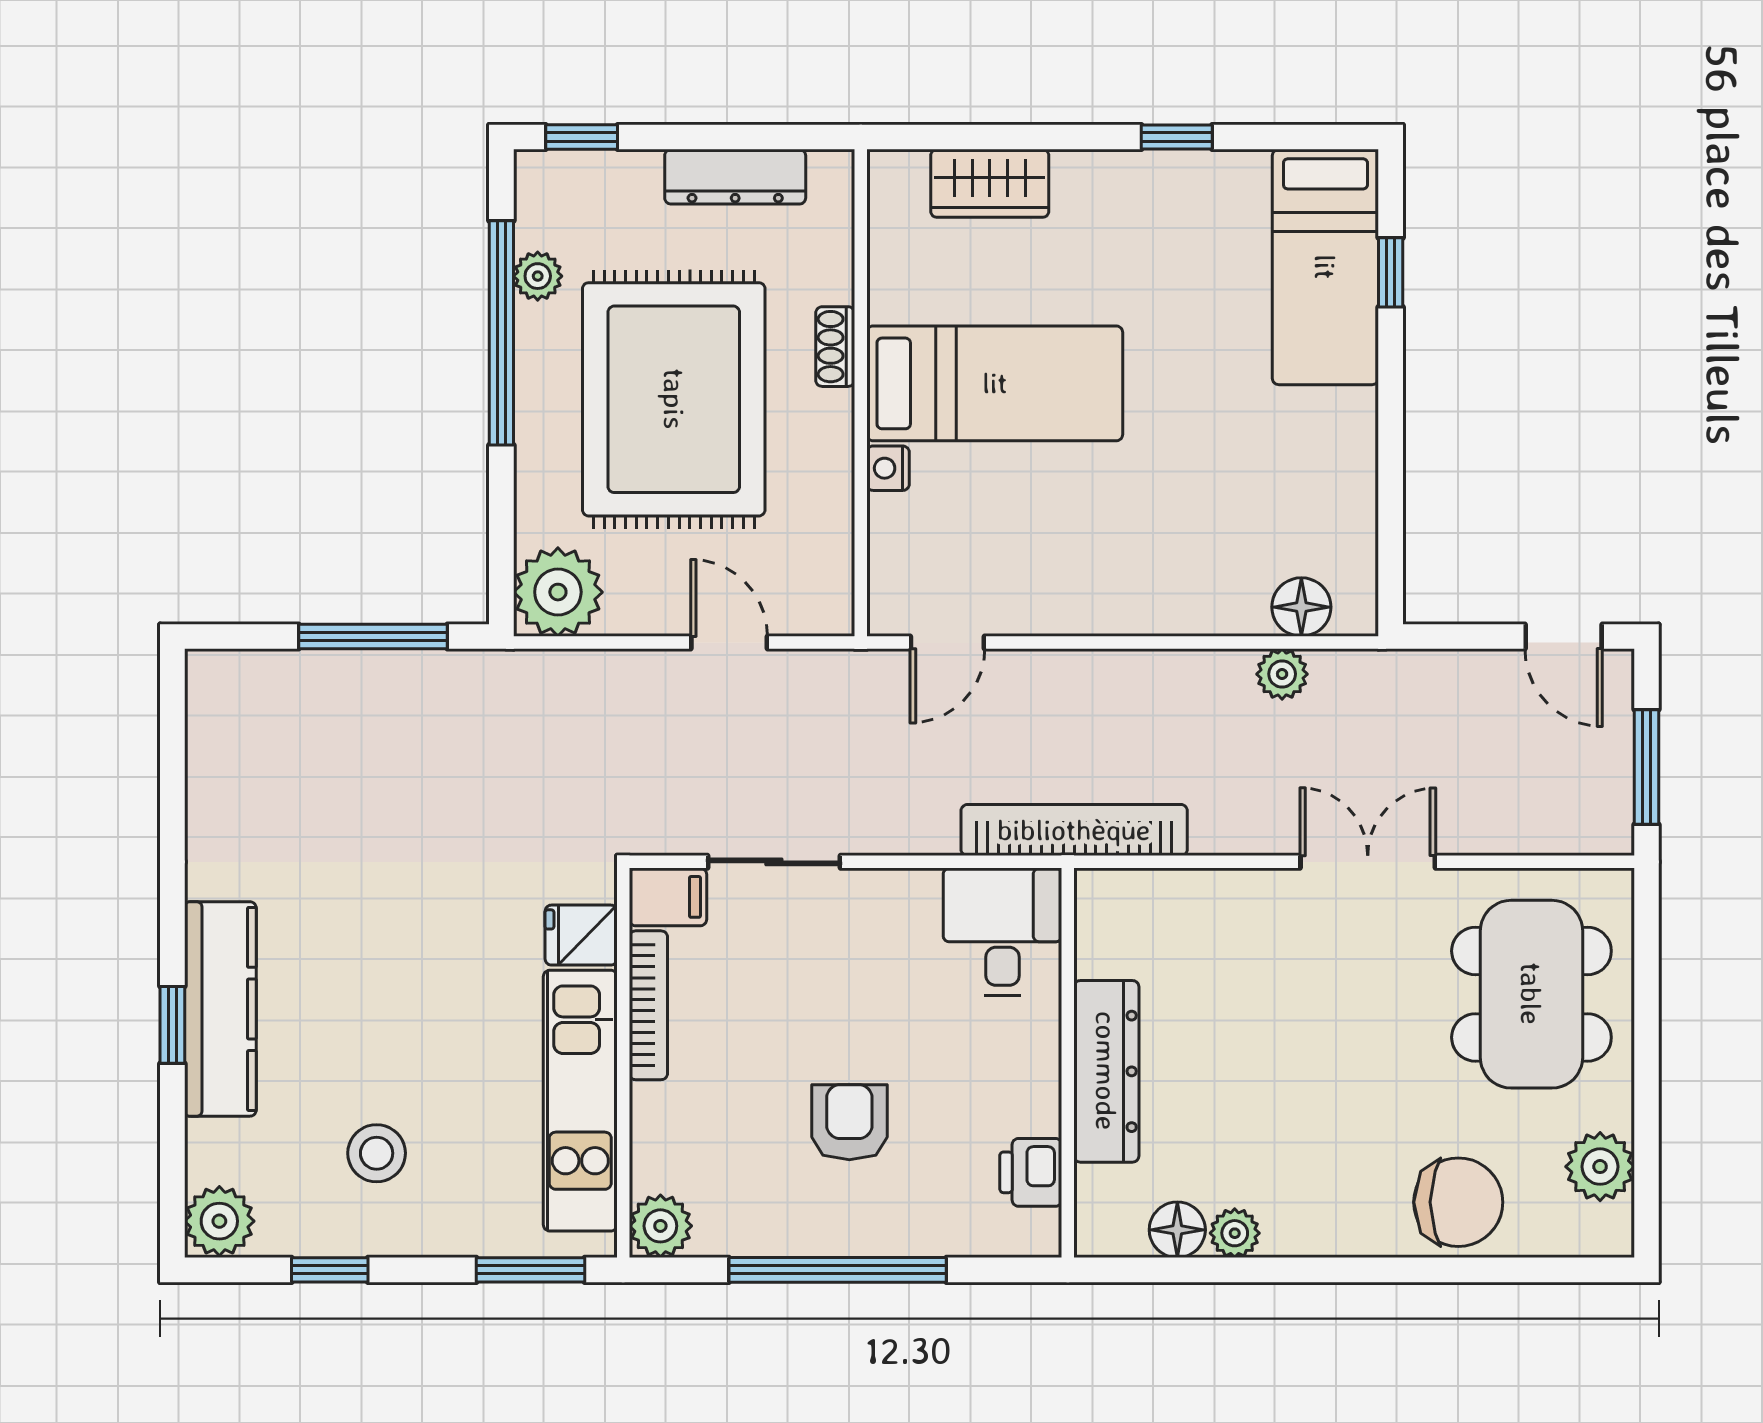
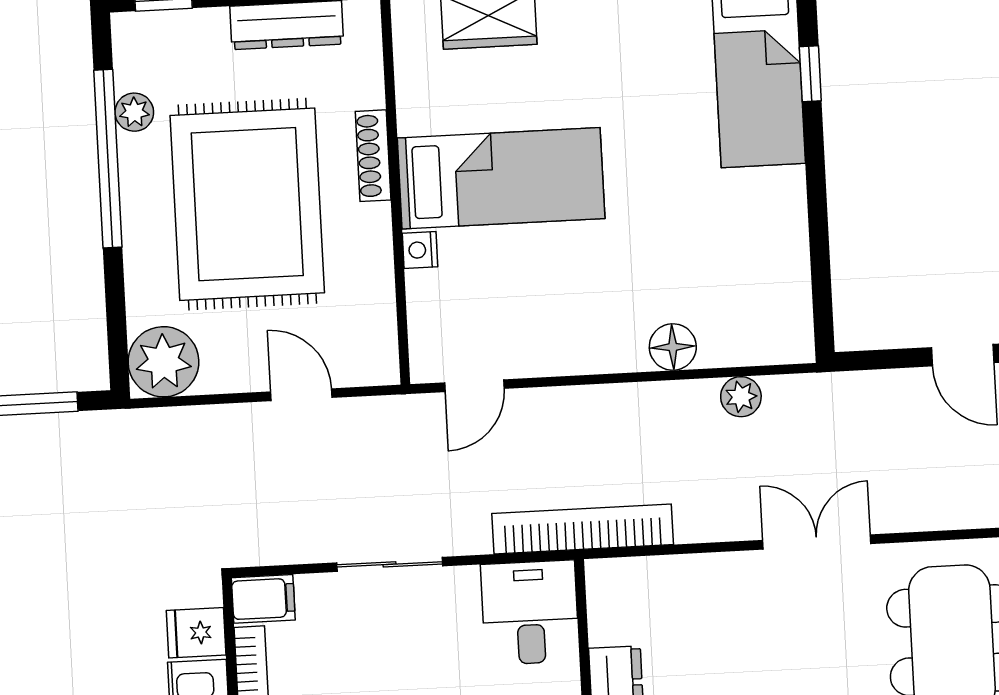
shoe rack: (835, 347) -> (373, 156), width x1.43
floor lamp: (1301, 607) -> (673, 347), moved
sliding door: (774, 862) -> (390, 564), moved

